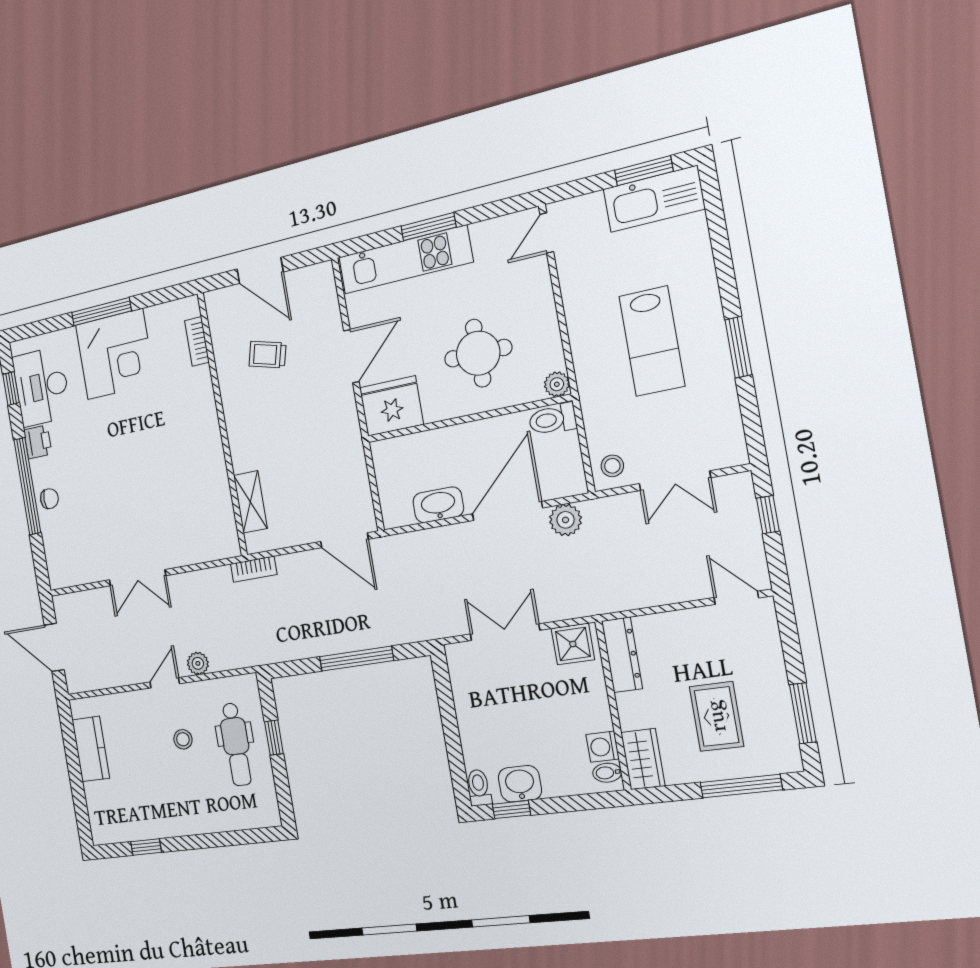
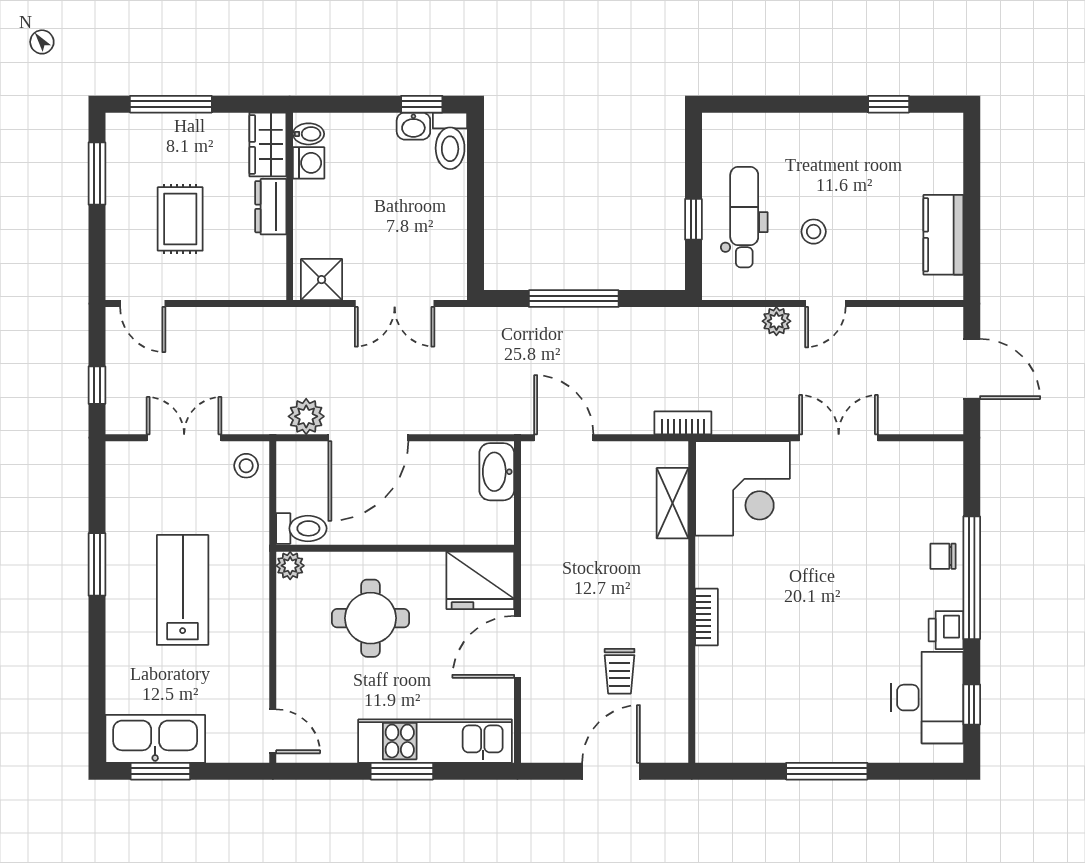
door: (547, 233) -> (273, 731), hinge flipped
door: (260, 270) -> (611, 771), hinge flipped
bookcase: (197, 341) -> (707, 617), moved
corner desk: (115, 354) -> (742, 488), moved, turned 180
trolley: (268, 355) -> (620, 671), turned 75
washbasin: (438, 505) -> (497, 472), moved, turned 90
dresser: (622, 655) -> (271, 207), moved, width x0.70
rug: (717, 716) -> (180, 219), moved
washbasin: (520, 784) -> (413, 126), width x0.72, depth x0.69
toilet: (479, 788) -> (450, 141), width x1.37, depth x1.39

